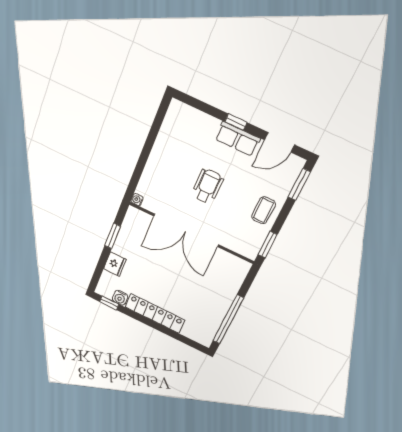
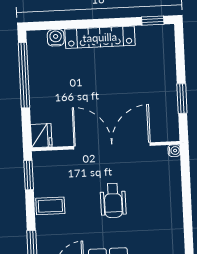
coffee table: (263, 210) -> (50, 206), turned 90
fridge: (115, 264) -> (41, 136), moved, turned 180
water cooler: (120, 298) -> (56, 38), moved

